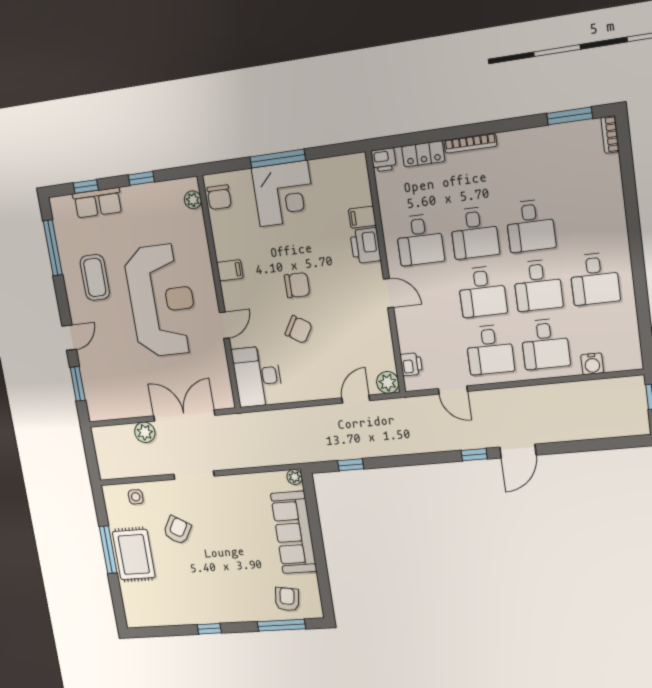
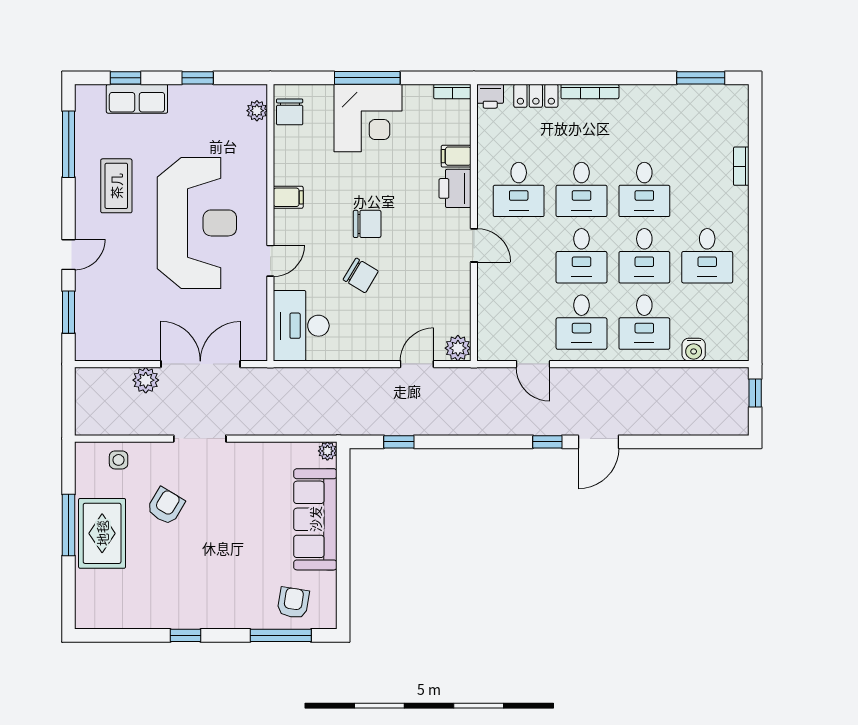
bookcase: (610, 135) -> (741, 166), moved
bookcase: (351, 160) -> (452, 92), added
printer: (411, 364) -> (489, 330), removed

